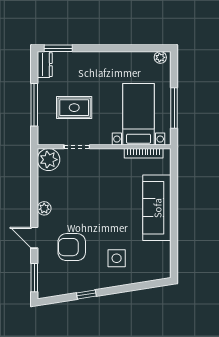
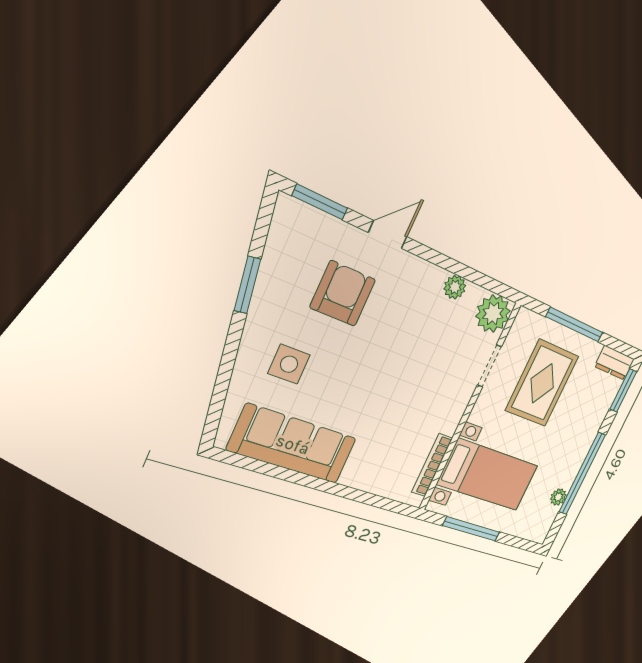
window: (118, 48) -> (582, 474), added
plant: (160, 57) -> (558, 497), moved
rug: (74, 108) -> (542, 383), width x1.36, depth x1.43
plant: (44, 208) -> (455, 287), moved
sofa: (157, 208) -> (293, 444), moved
window: (86, 294) -> (247, 285), width x1.50

